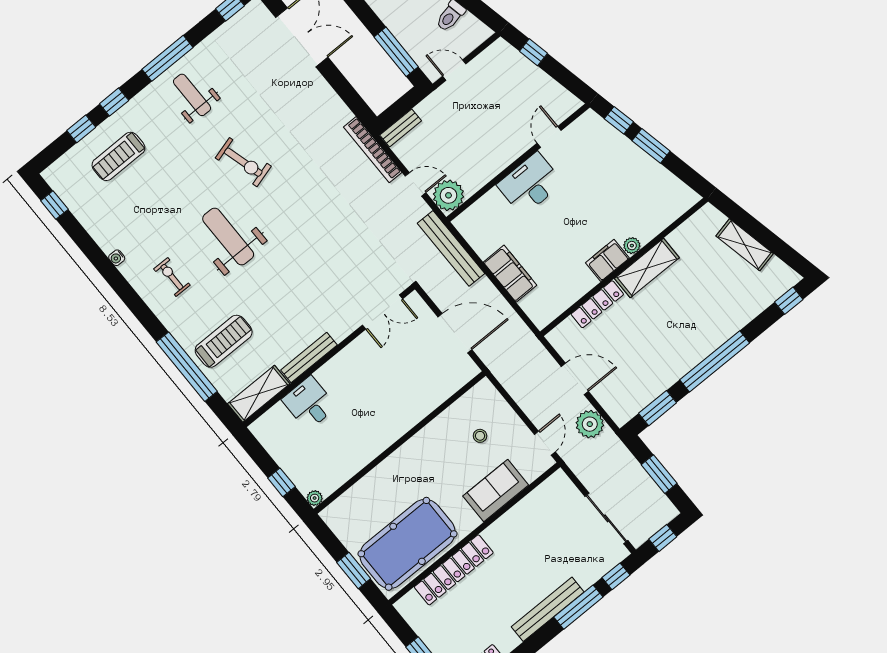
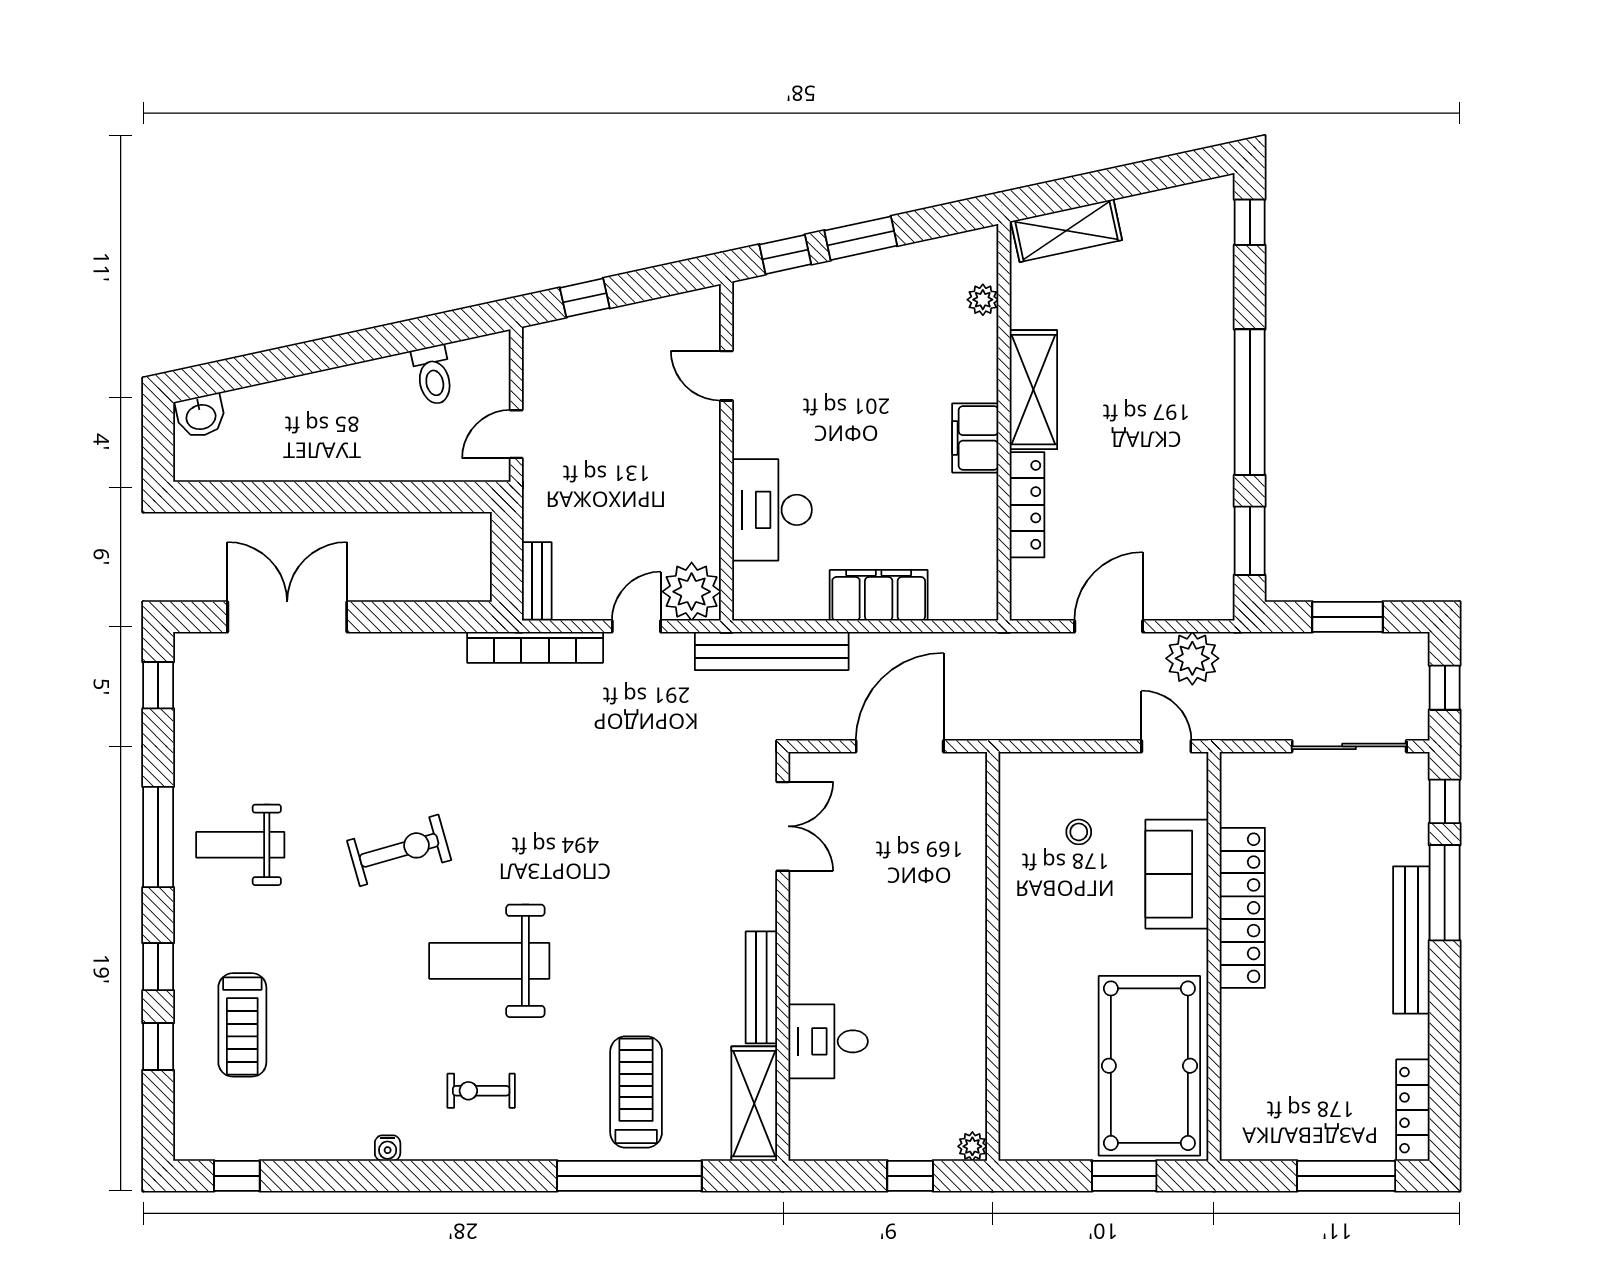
window: (396, 52) -> (421, 497), removed
desk: (530, 184) -> (772, 510), moved
shelving: (745, 245) -> (1066, 231), moved
plant: (632, 246) -> (983, 300), moved
locker: (454, 570) -> (1242, 908), moved

